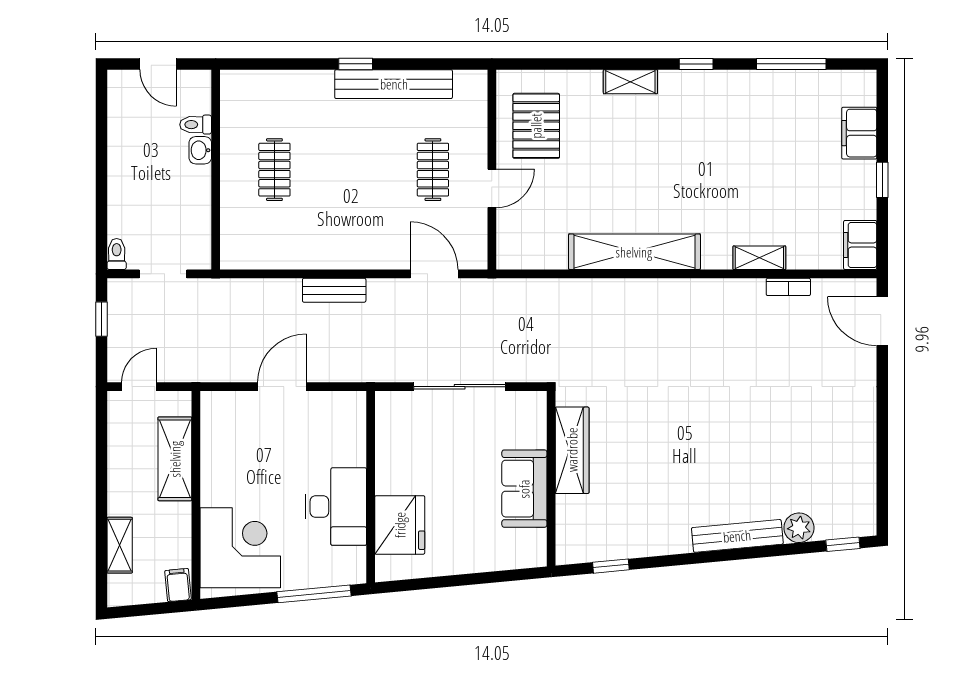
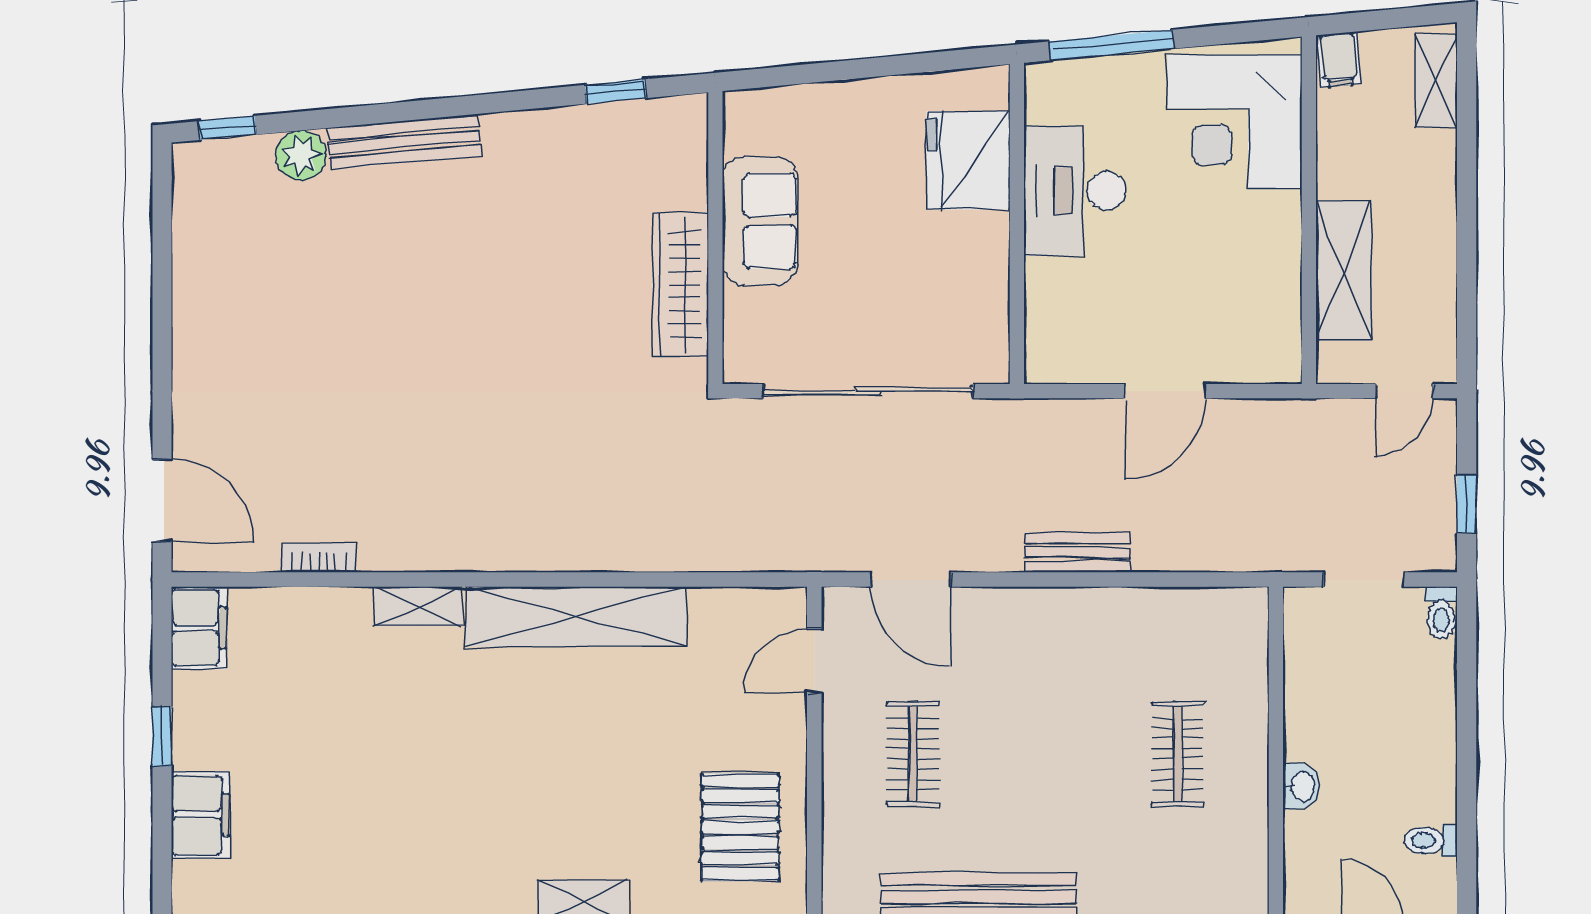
toilet: (196, 125) -> (1431, 840), moved, turned 180
door: (492, 188) -> (814, 661), moved
shelving: (759, 258) -> (418, 606), moved
sliding door: (460, 387) -> (868, 391), width x1.36
shelving: (120, 545) -> (1436, 81), moved

